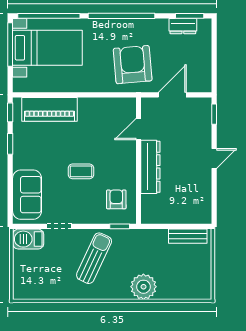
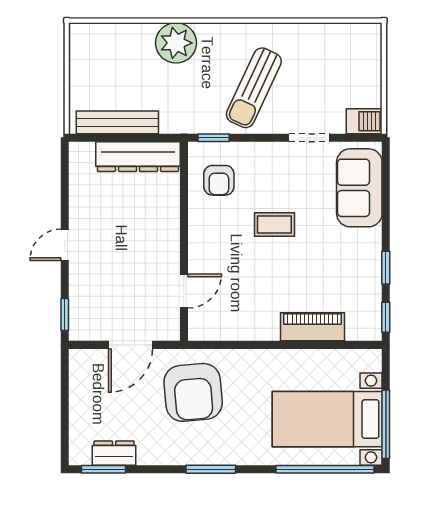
window: (121, 16) -> (211, 469), width x0.47
piano: (49, 109) -> (312, 327), width x0.73, depth x0.75
dresser: (150, 167) -> (138, 157), moved, turned -90
bench: (188, 236) -> (117, 122), width x1.36
barbecue: (28, 239) -> (364, 121), width x0.73, depth x0.79

